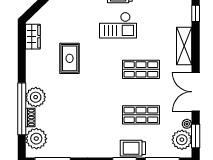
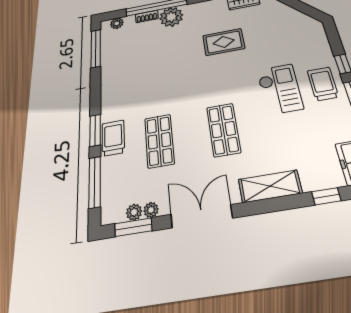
checkout: (118, 25) -> (280, 89), turned 180
plant: (36, 139) -> (117, 23), width x0.53, depth x0.53
plant: (182, 140) -> (134, 212), width x0.53, depth x0.53

